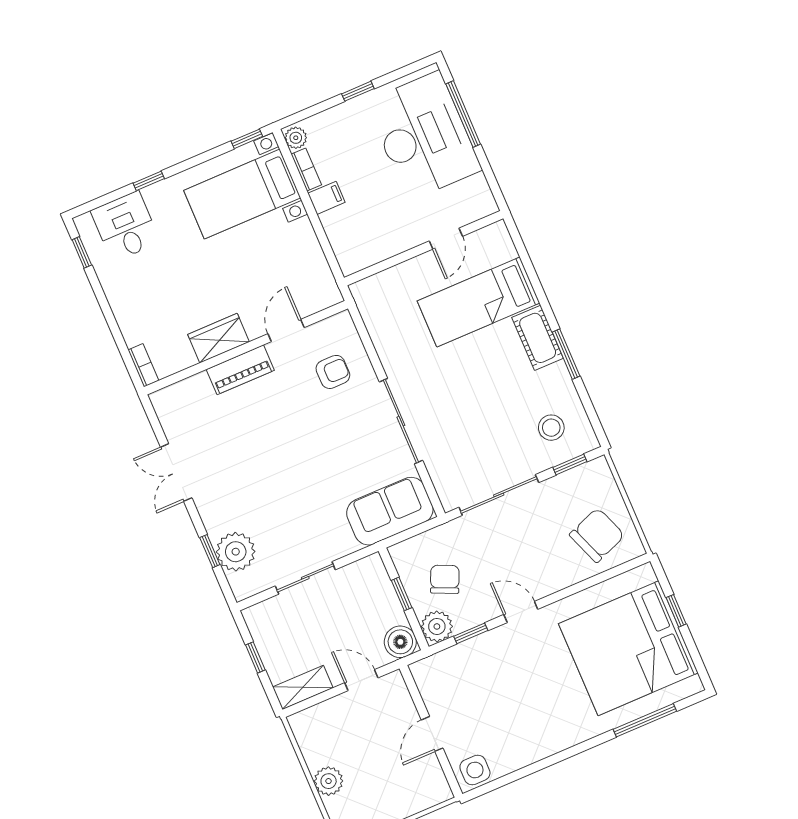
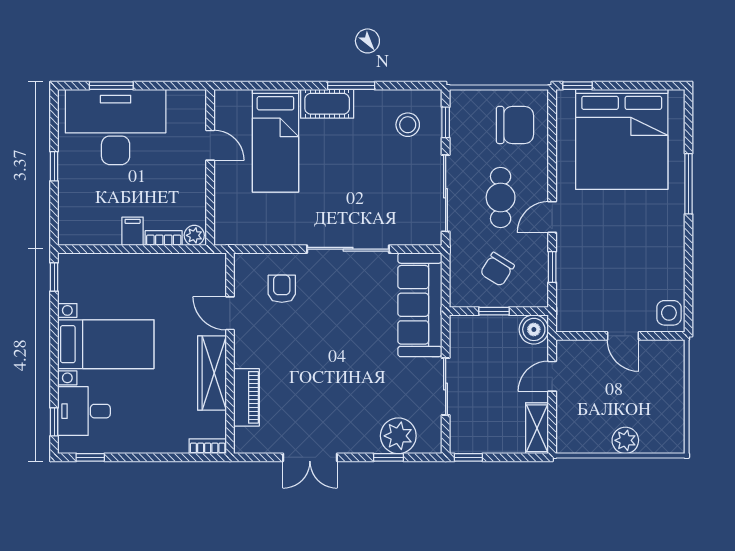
window: (463, 114) -> (111, 86), width x0.69
plant: (296, 138) -> (194, 235), moved
bookcase: (306, 169) -> (164, 238), moved
window: (149, 181) -> (54, 422), moved
bed with nightstands: (242, 194) -> (106, 344), moved, turned -90
wardrobe: (219, 338) -> (212, 373), width x1.50
piano: (240, 370) -> (247, 397), moved
sofa: (390, 511) -> (420, 305), width x1.36
chair: (597, 535) -> (515, 125), turned 111
cafe table: (518, 552) -> (501, 197), added
chair: (445, 579) -> (497, 269), turned -82
window: (676, 611) -> (577, 86), moved
plant: (437, 626) -> (534, 293), removed
window: (255, 657) -> (468, 457), moved
window: (645, 720) -> (688, 184), moved

